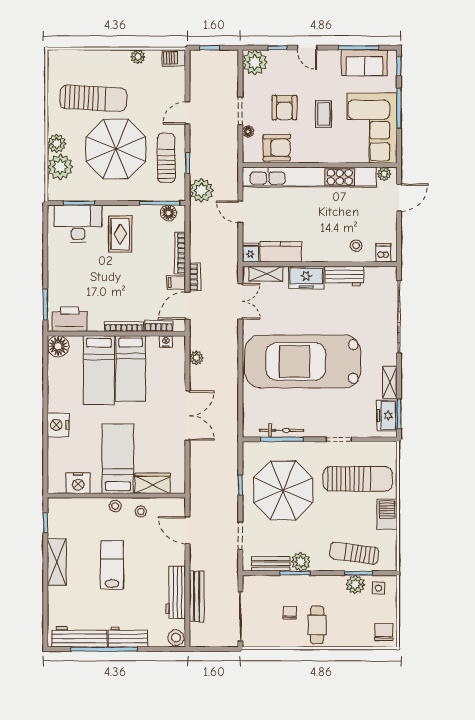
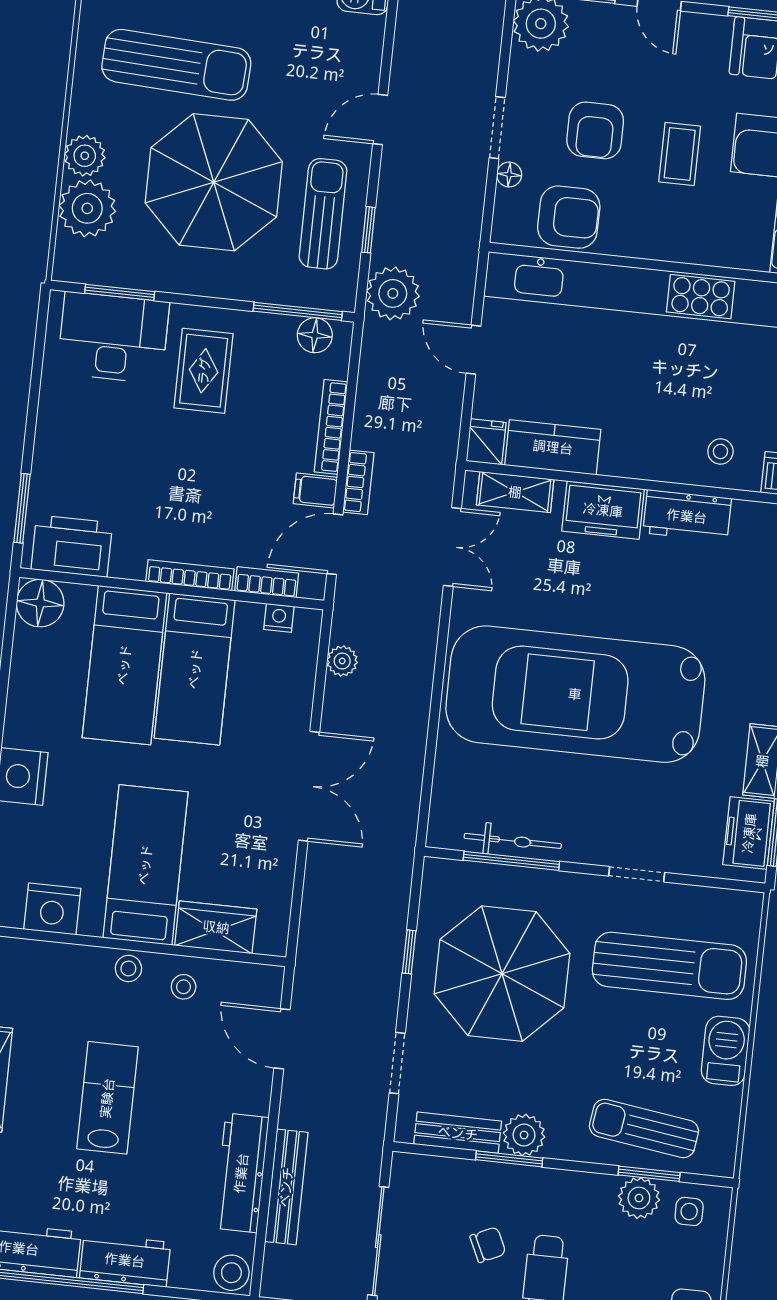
chair: (290, 613) -> (488, 1245), turned 65

